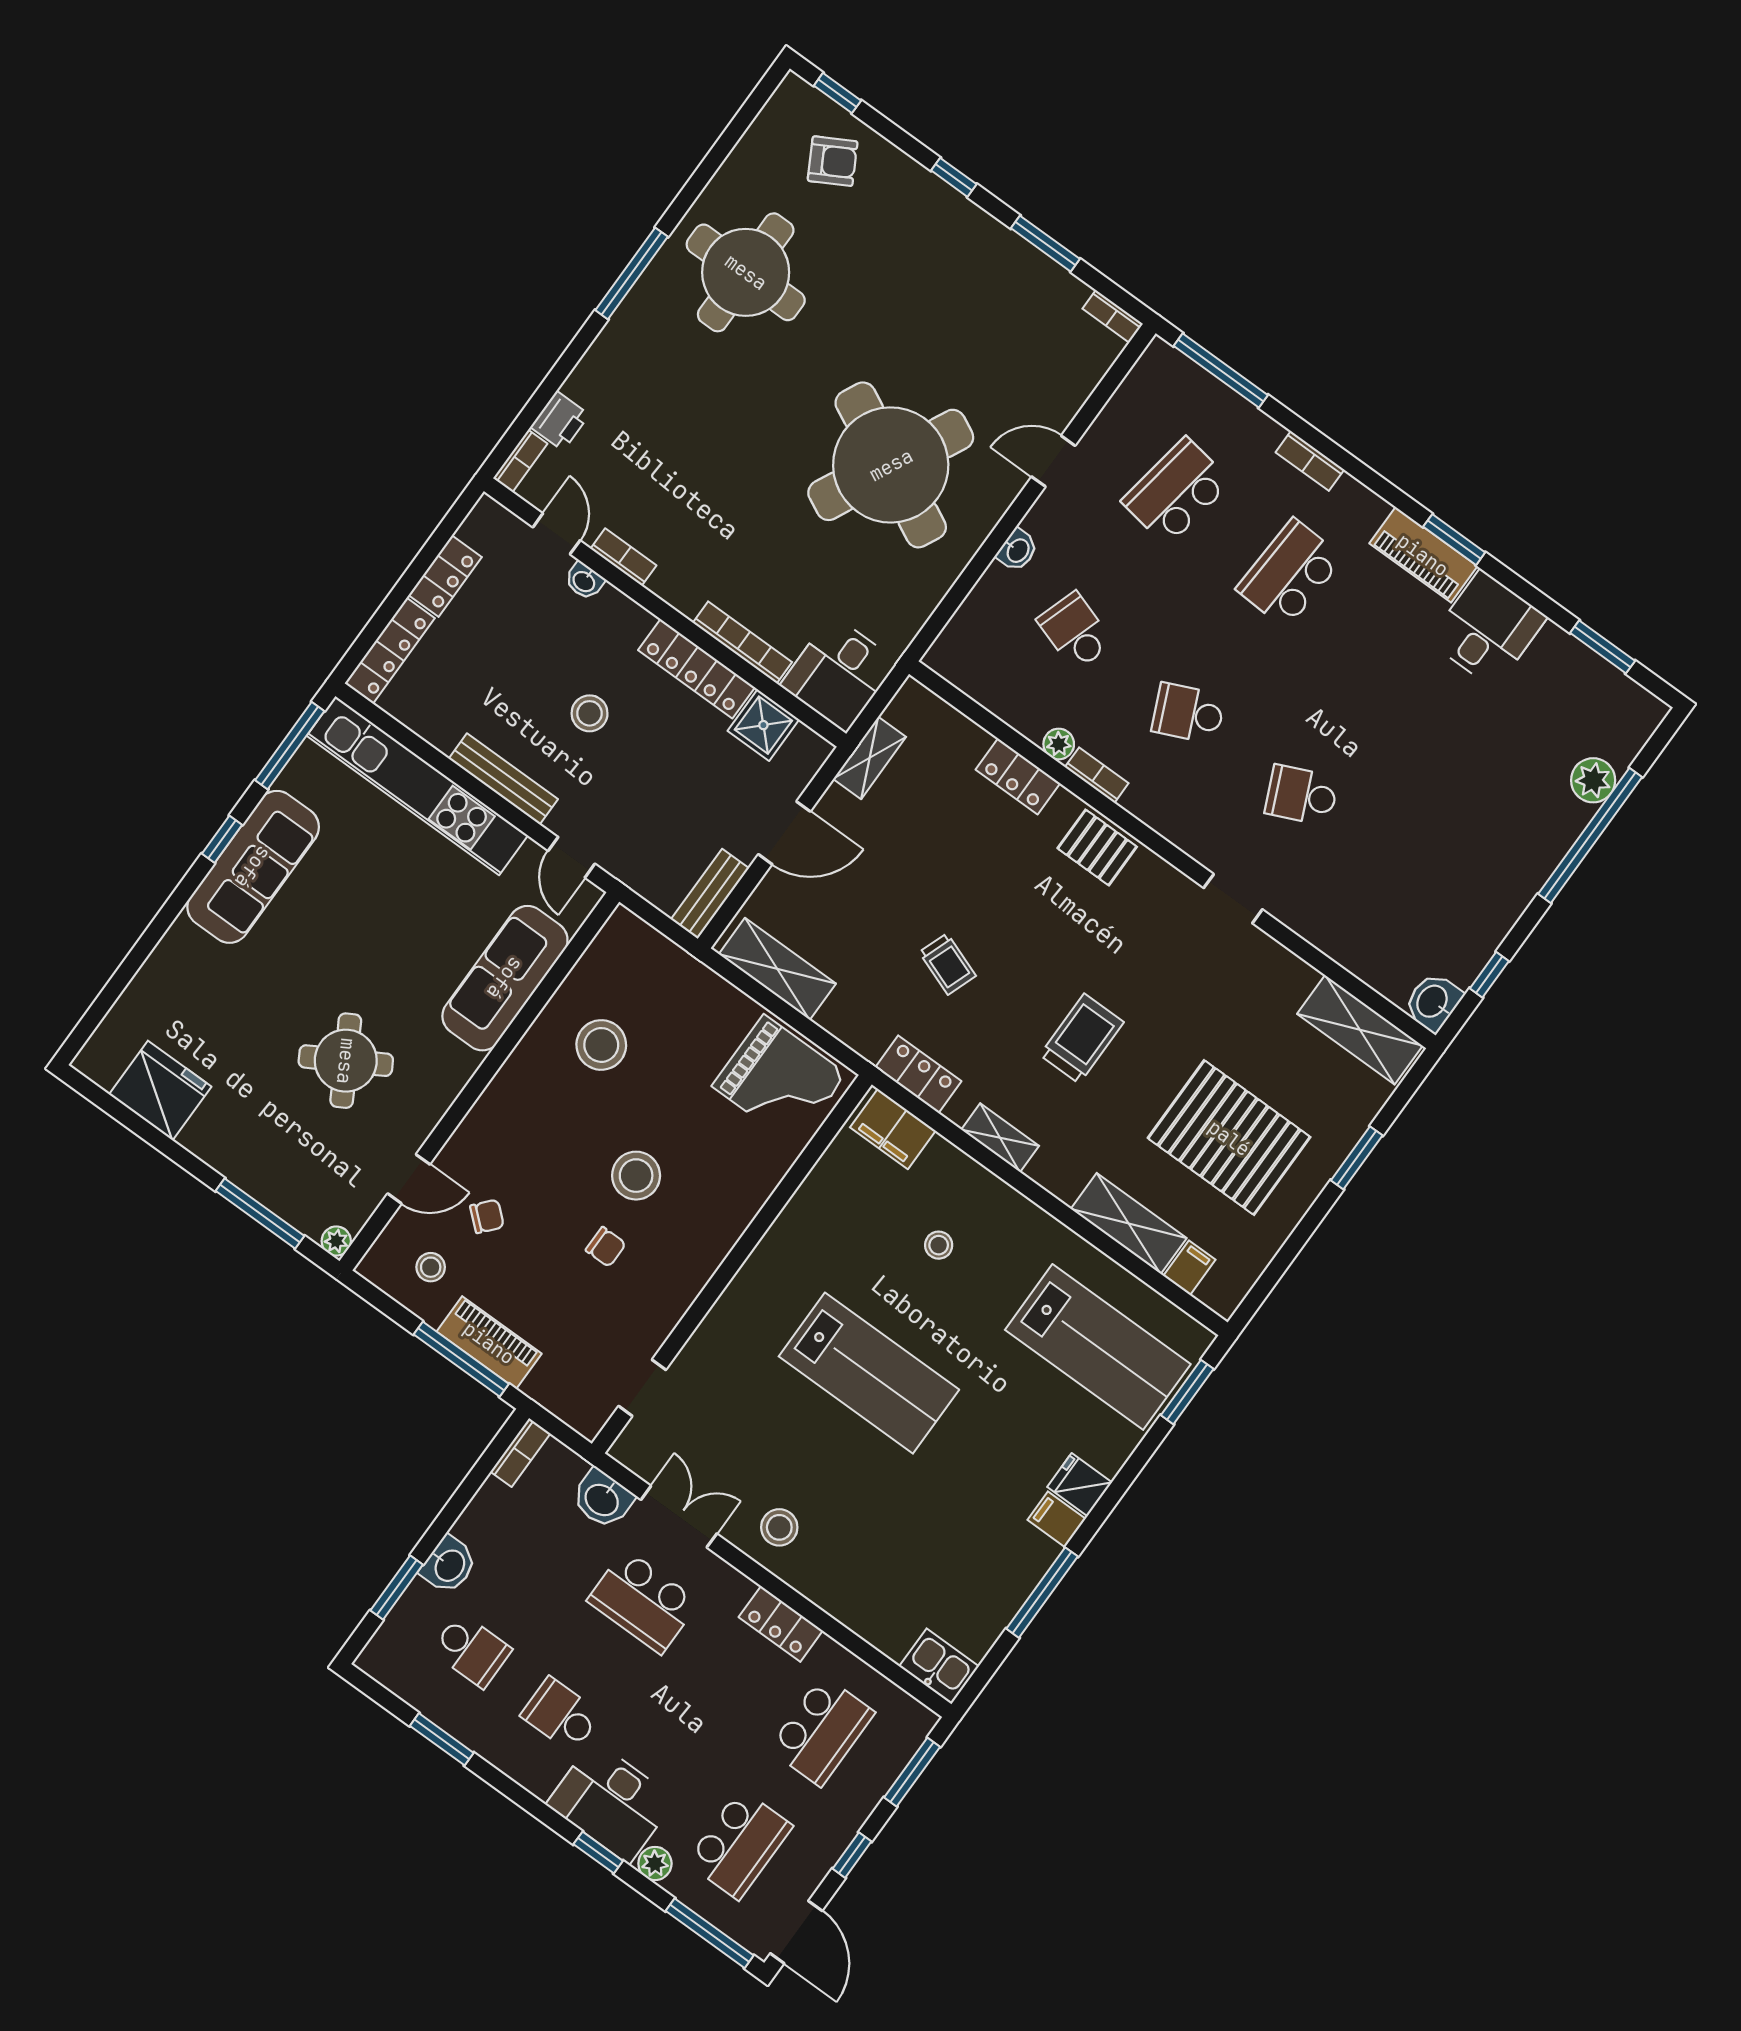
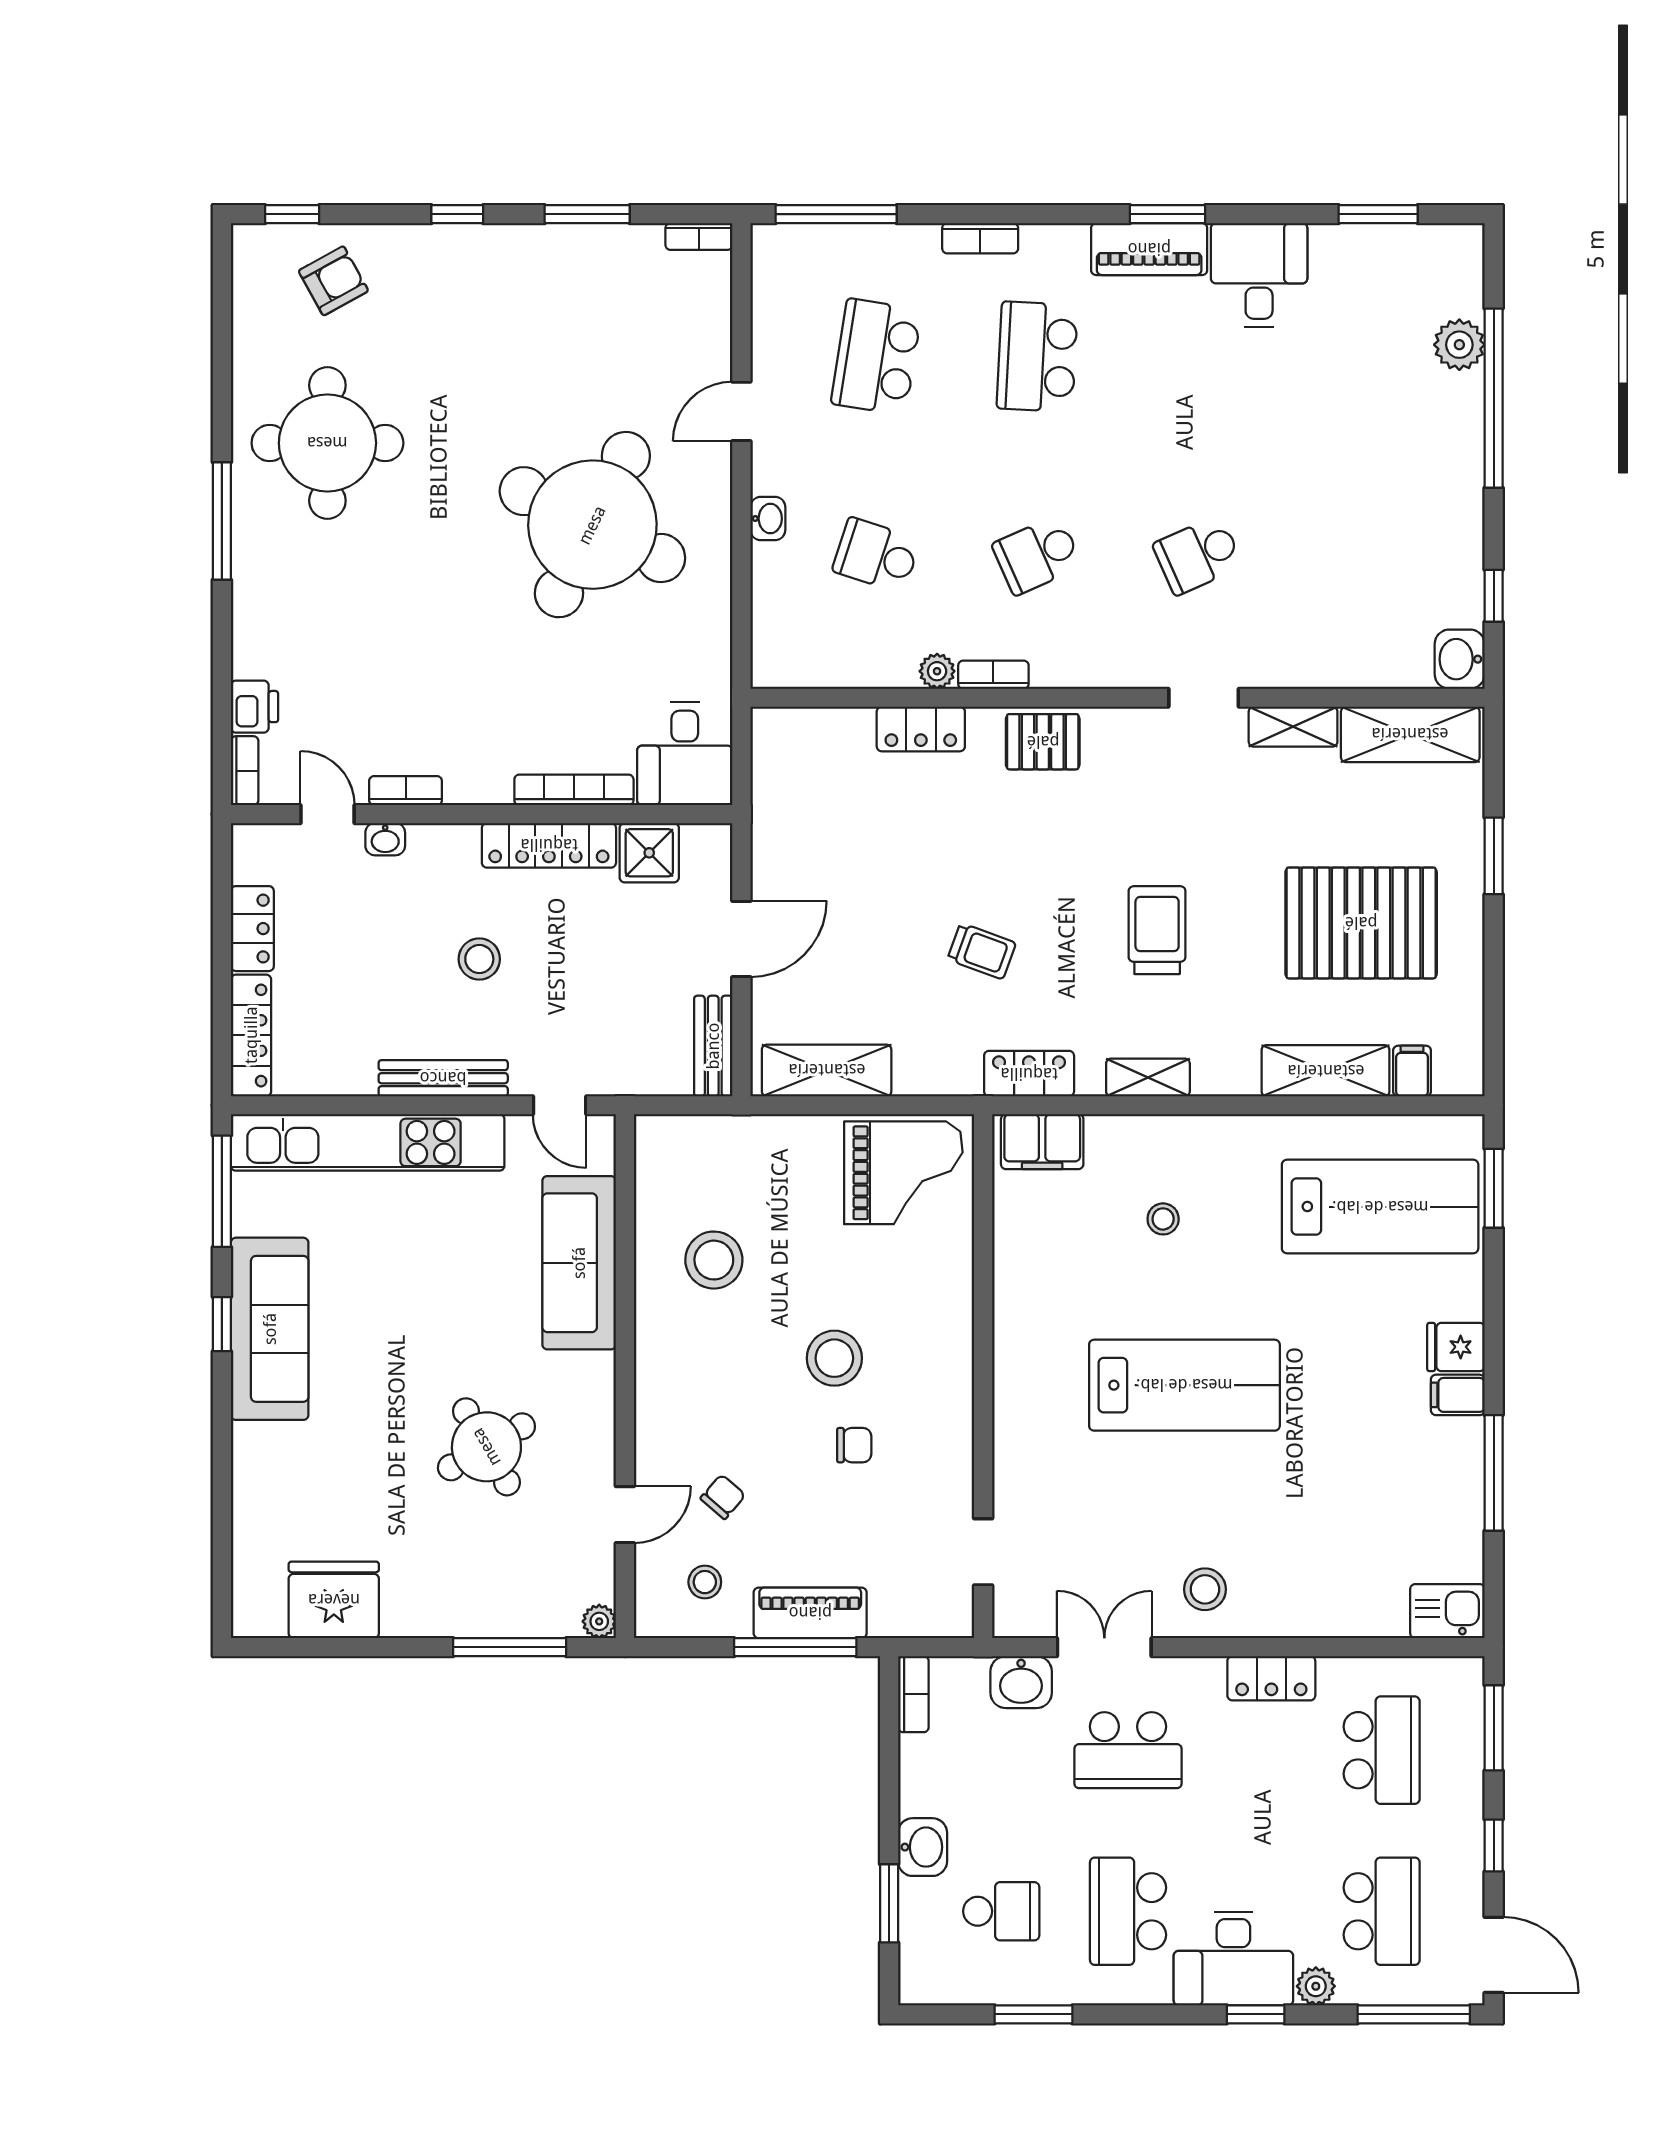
shelving: (870, 758) -> (1293, 727), moved, turned 90
school desk: (561, 1715) -> (1128, 1911), width x1.85

